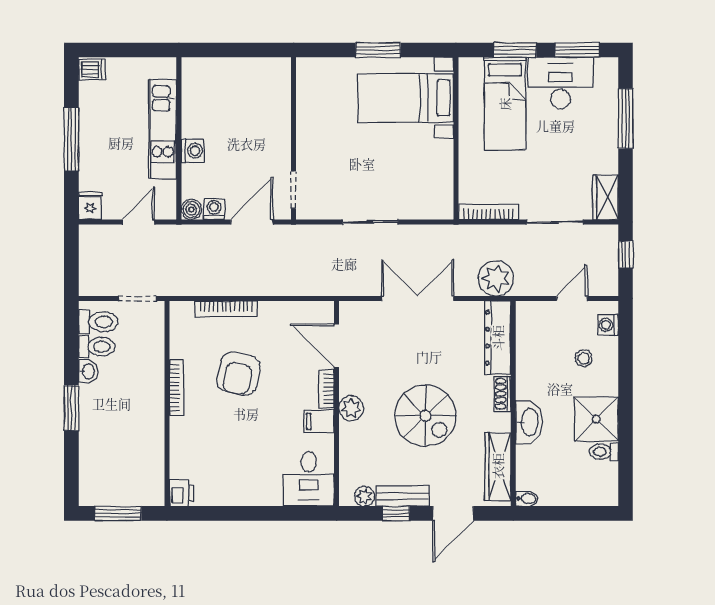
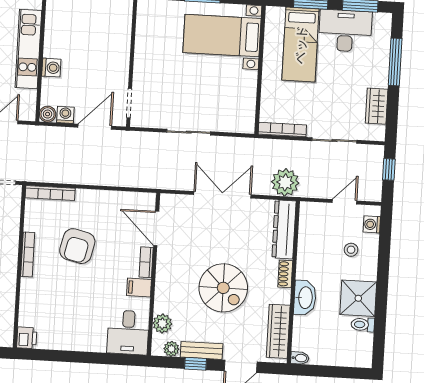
wardrobe: (605, 197) -> (377, 106), moved
bookcase: (226, 309) -> (50, 193), moved
plant: (351, 408) -> (162, 324), moved

